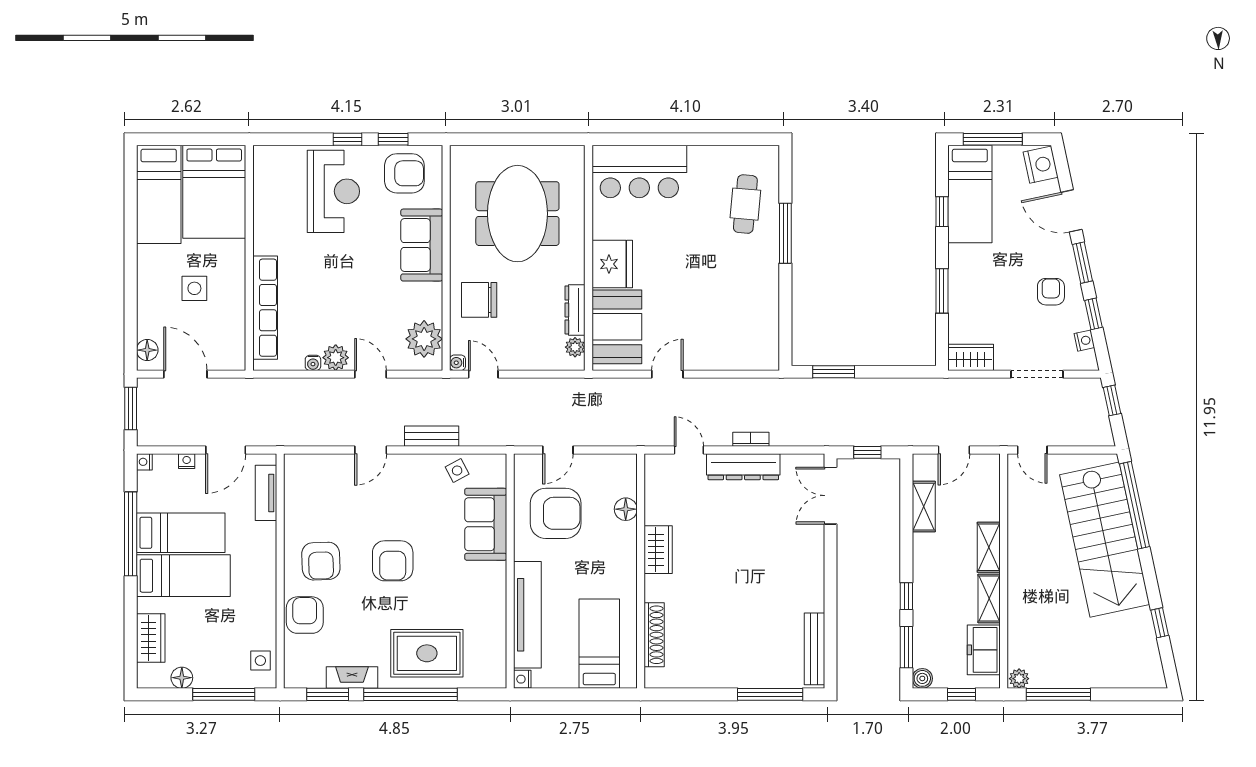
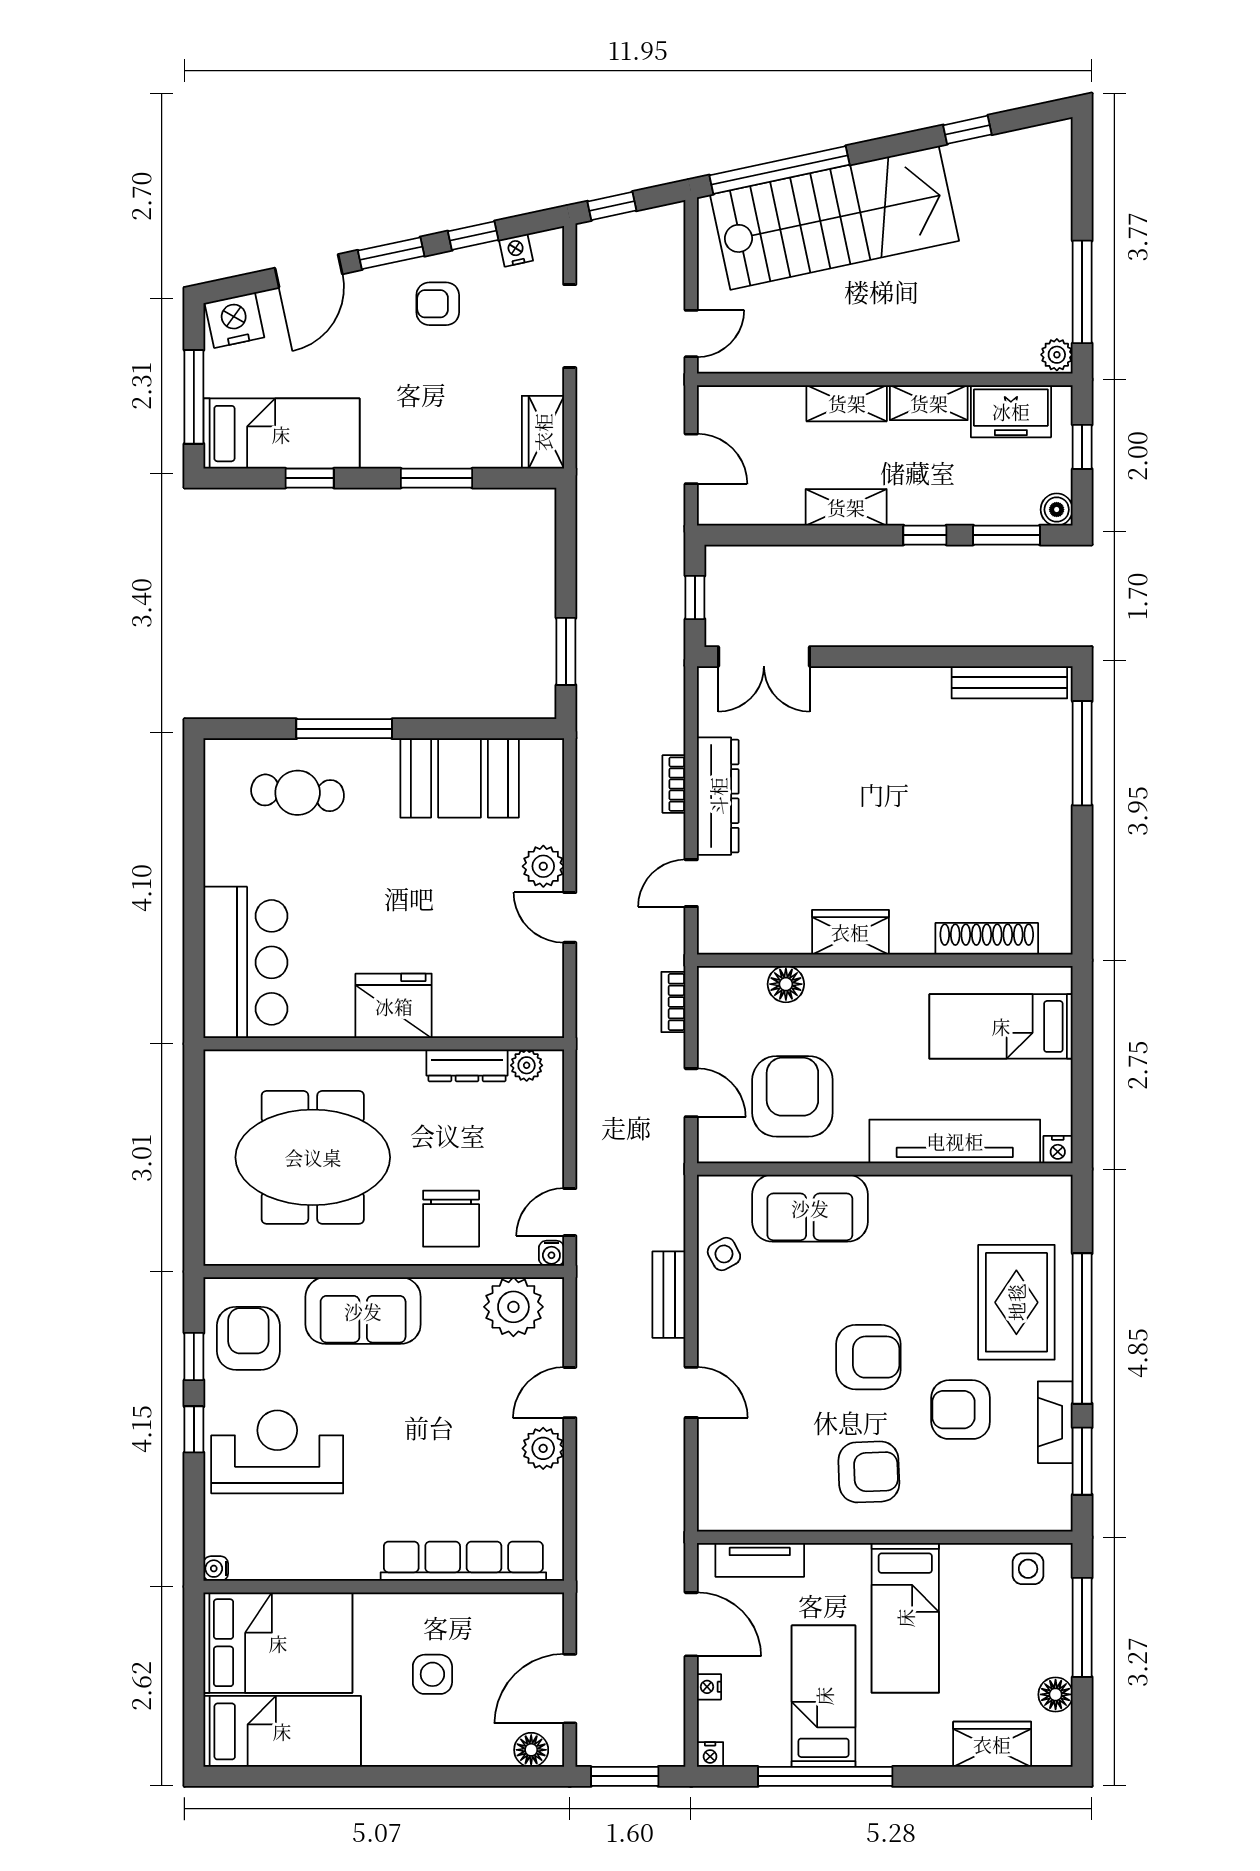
booth: (617, 327) -> (460, 778), moved
plant: (699, 358) -> (543, 866), added
water cooler: (313, 363) -> (216, 1569), moved, turned 180
bookcase: (615, 439) -> (673, 1002), added
shelving: (924, 507) -> (846, 507), moved
bed: (183, 576) -> (905, 1618), moved, turned 180
armchair: (305, 615) -> (961, 1410), moved

